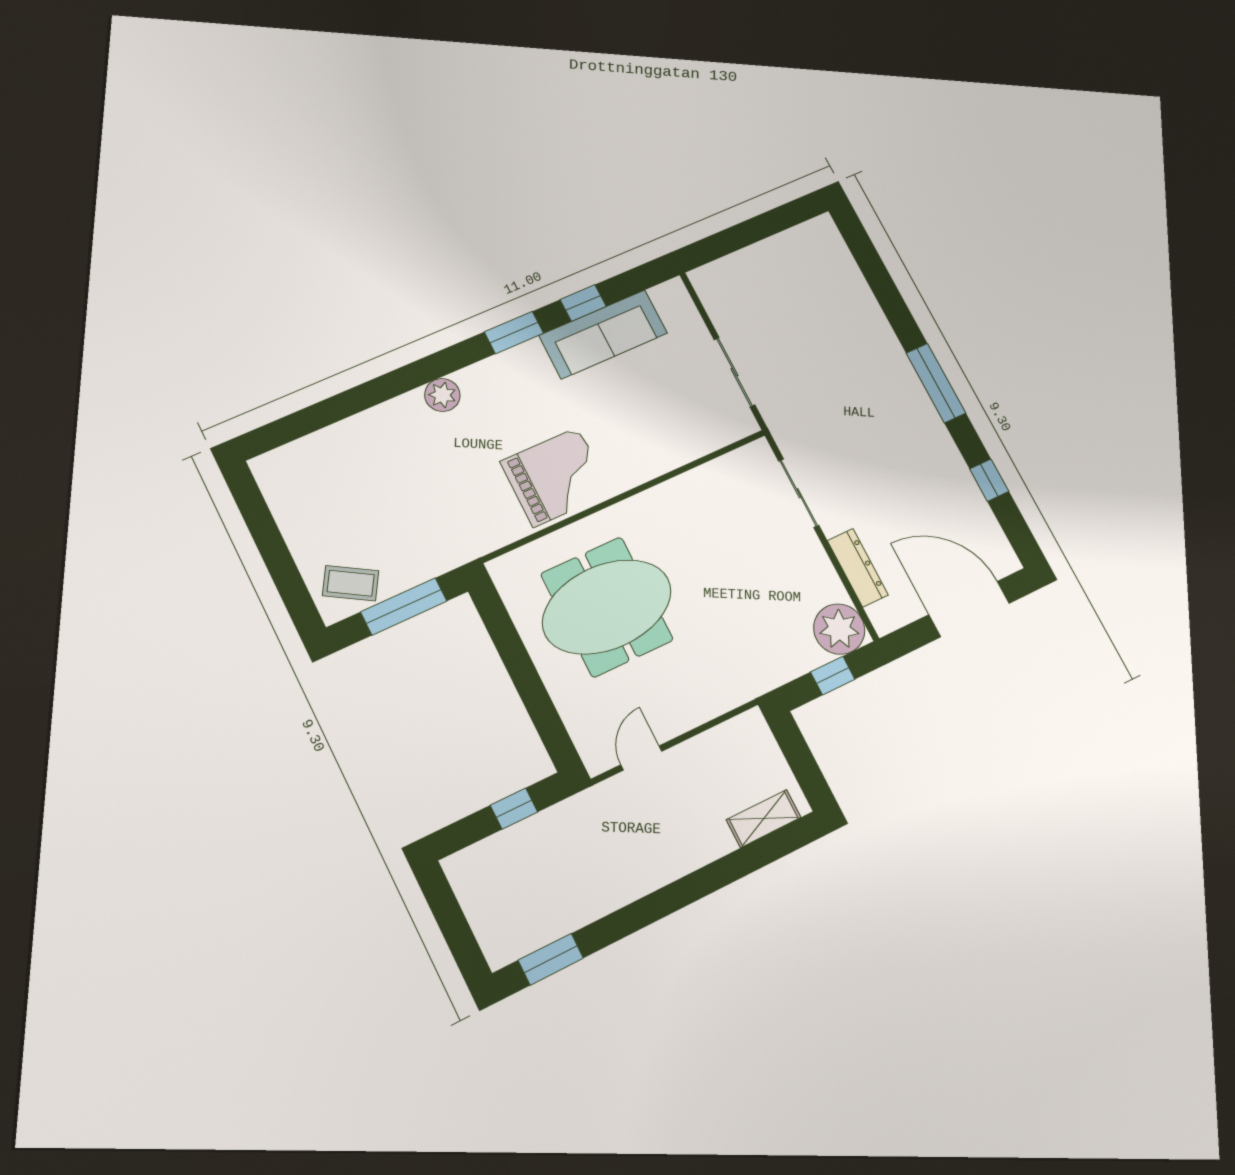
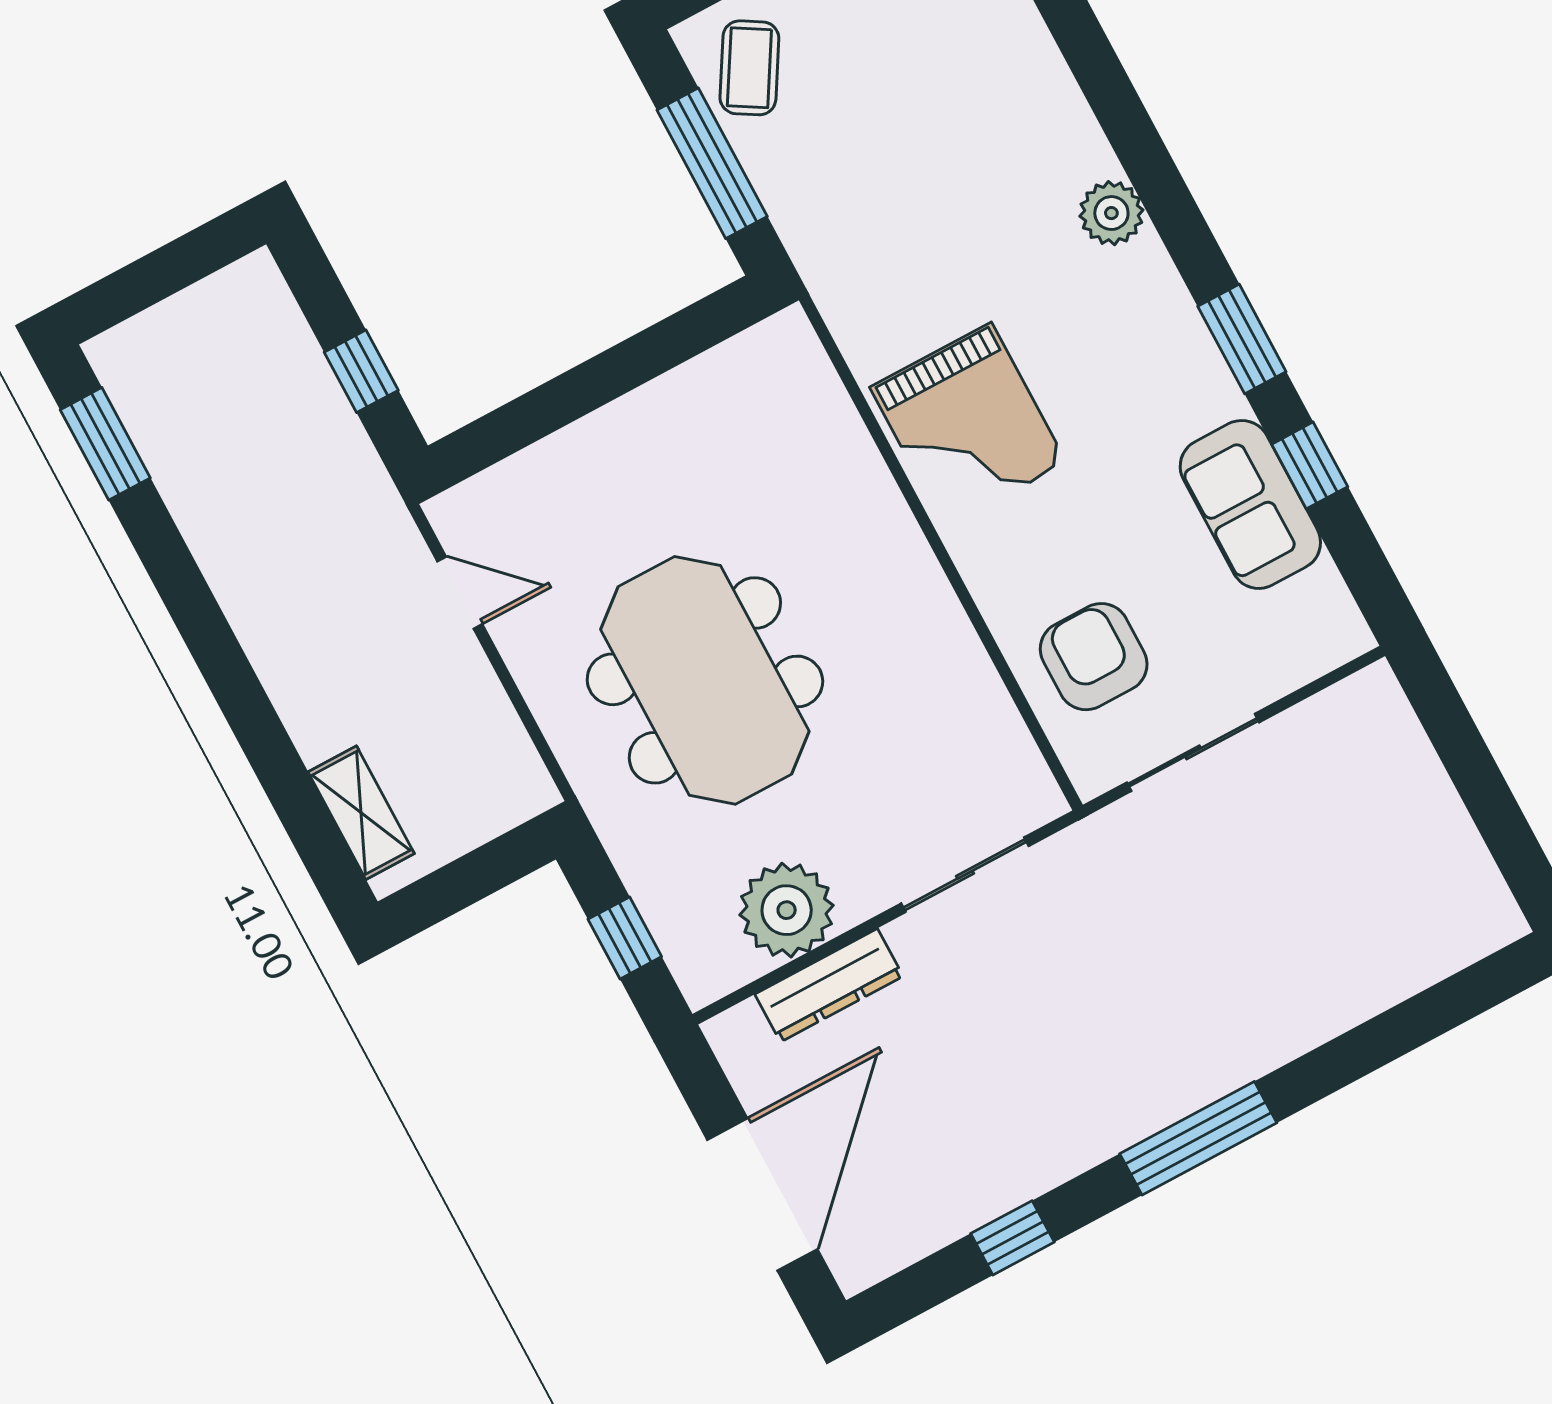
sofa: (603, 334) -> (1250, 504), width x0.73
armchair: (683, 420) -> (1094, 657), added
meeting table: (607, 607) -> (705, 680), moved
plant: (839, 629) -> (787, 910), moved

